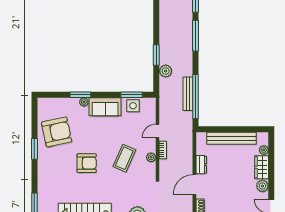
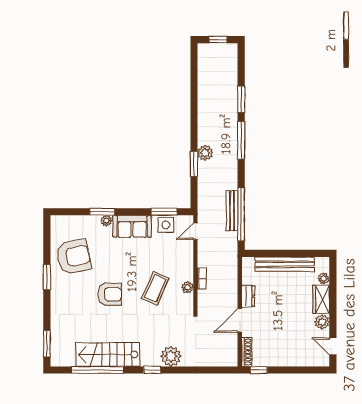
plant: (166, 71) -> (205, 153), moved
door: (158, 131) -> (195, 231), moved

